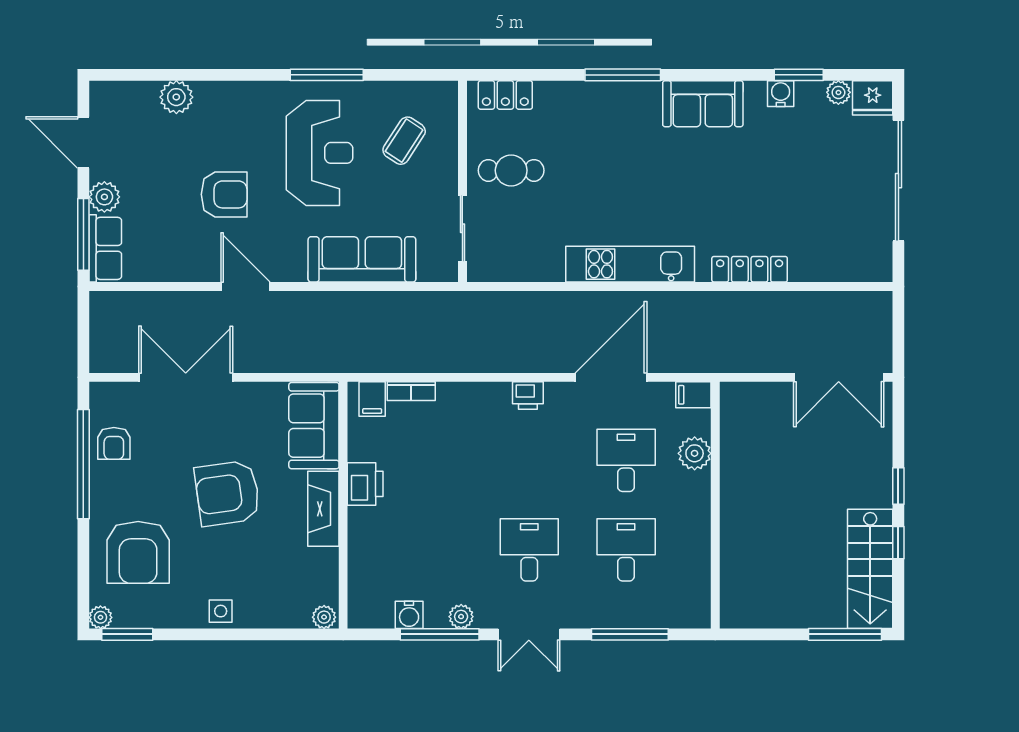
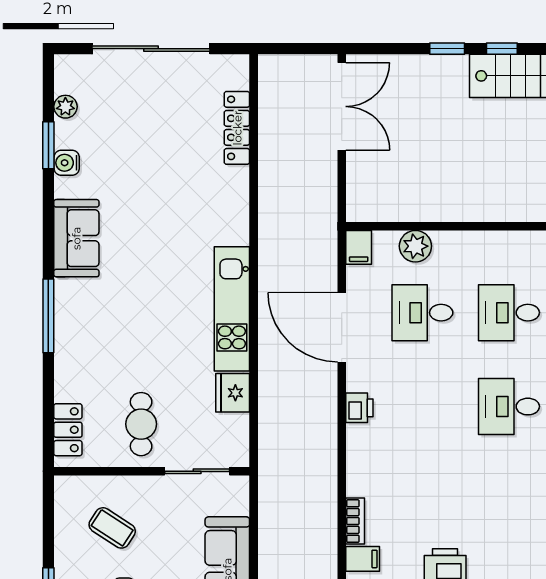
fridge: (873, 98) -> (233, 393), moved, turned 180
locker: (750, 269) -> (237, 128), moved

